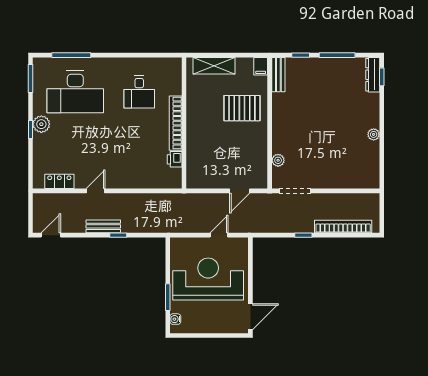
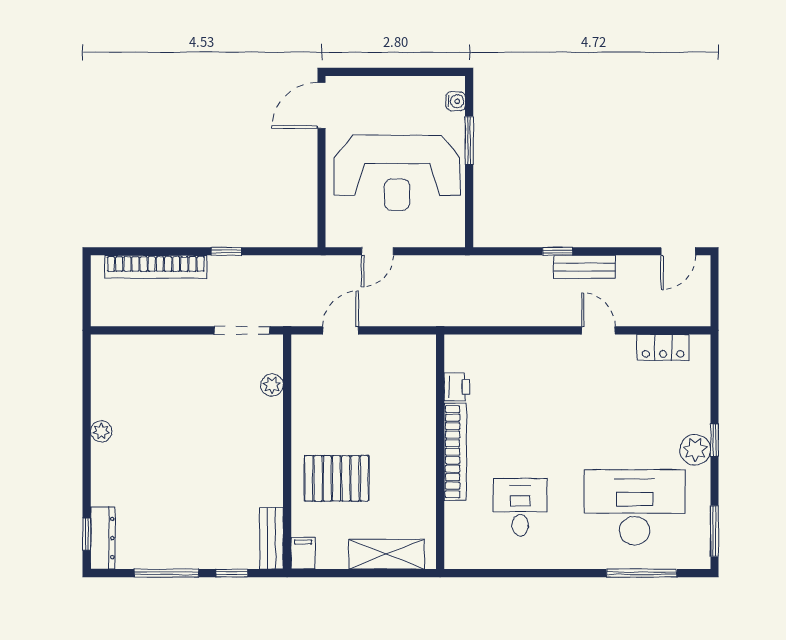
door: (95, 191) -> (598, 330), swing flipped

